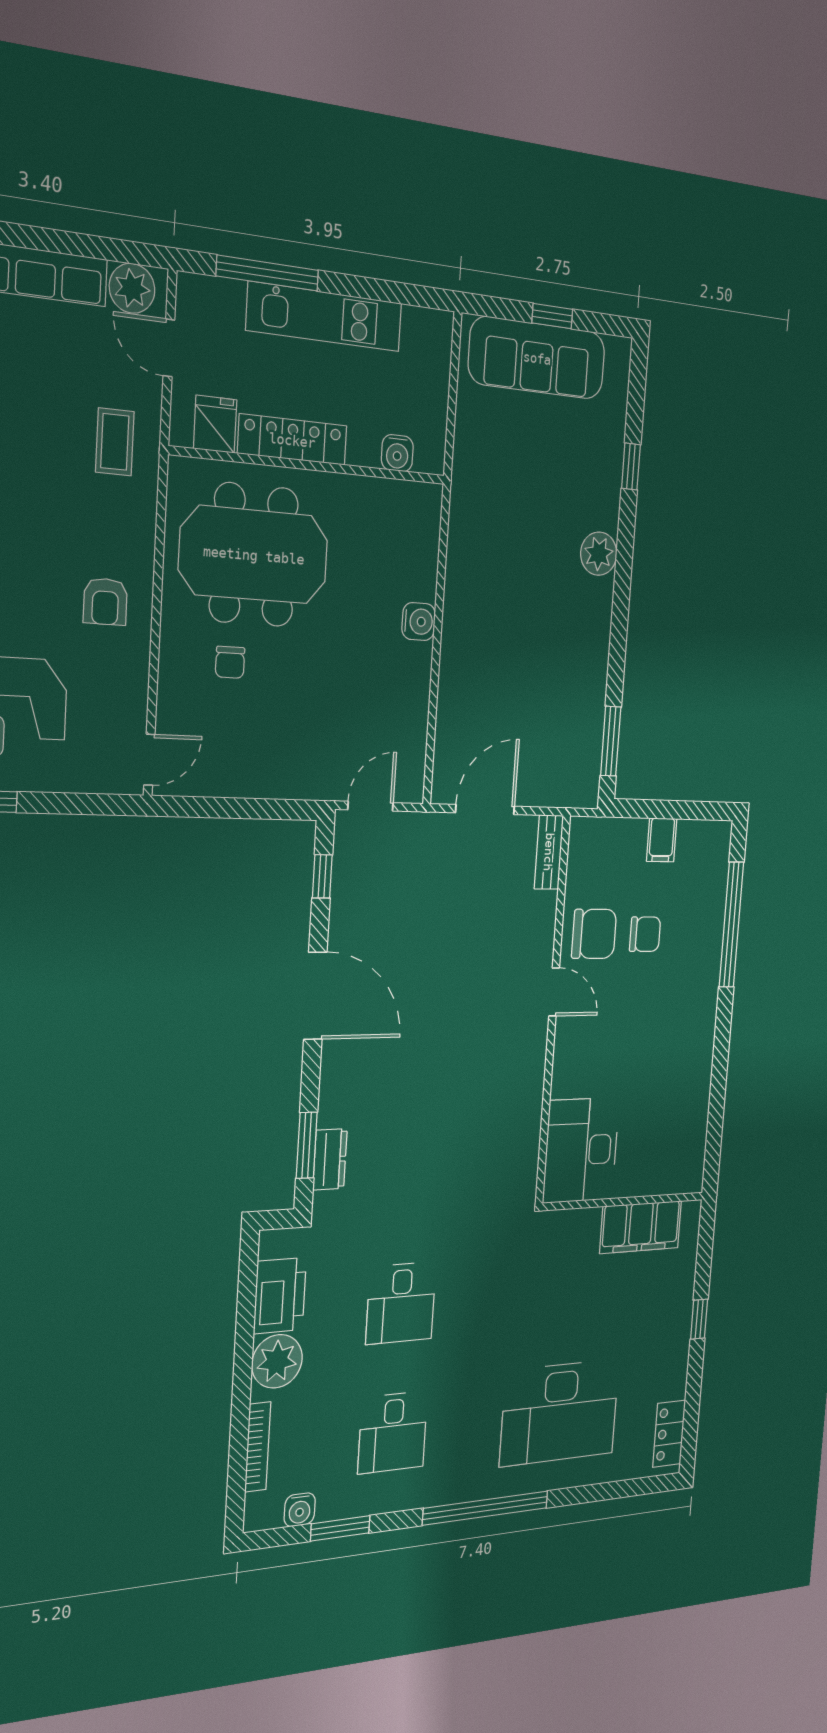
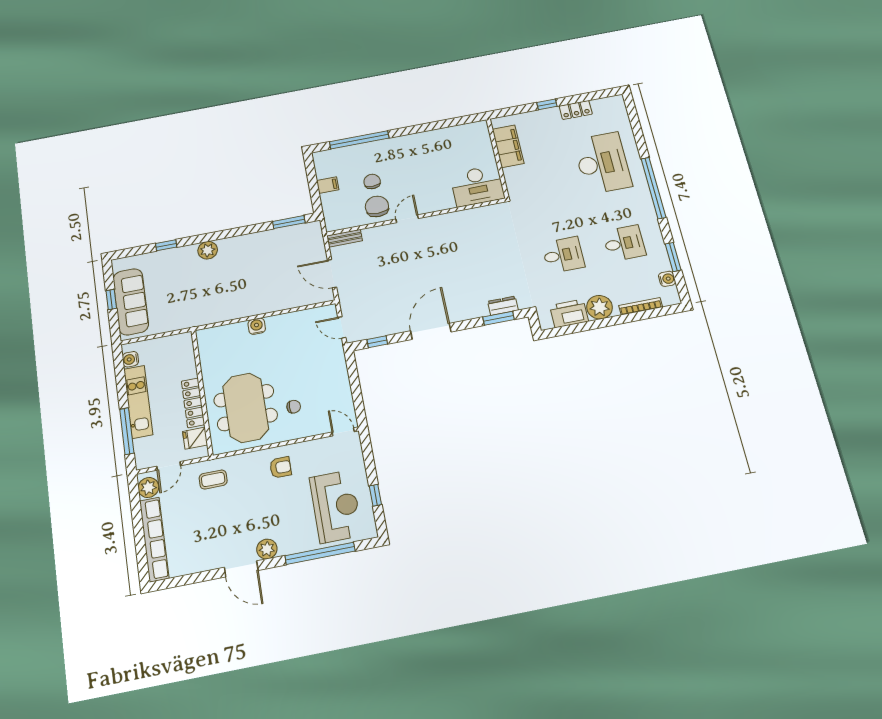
water cooler: (397, 453) -> (130, 359), moved, turned 180
locker: (669, 1434) -> (576, 110), moved

